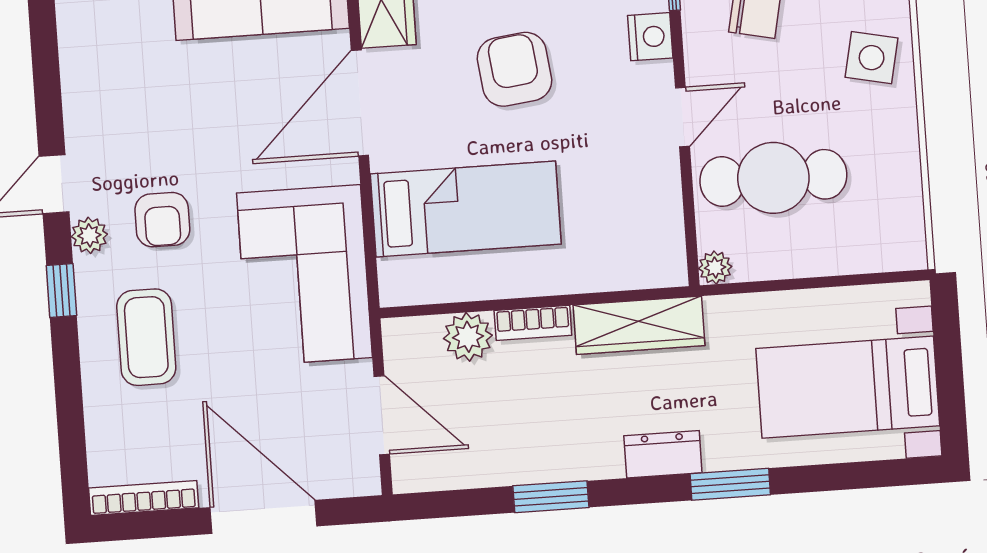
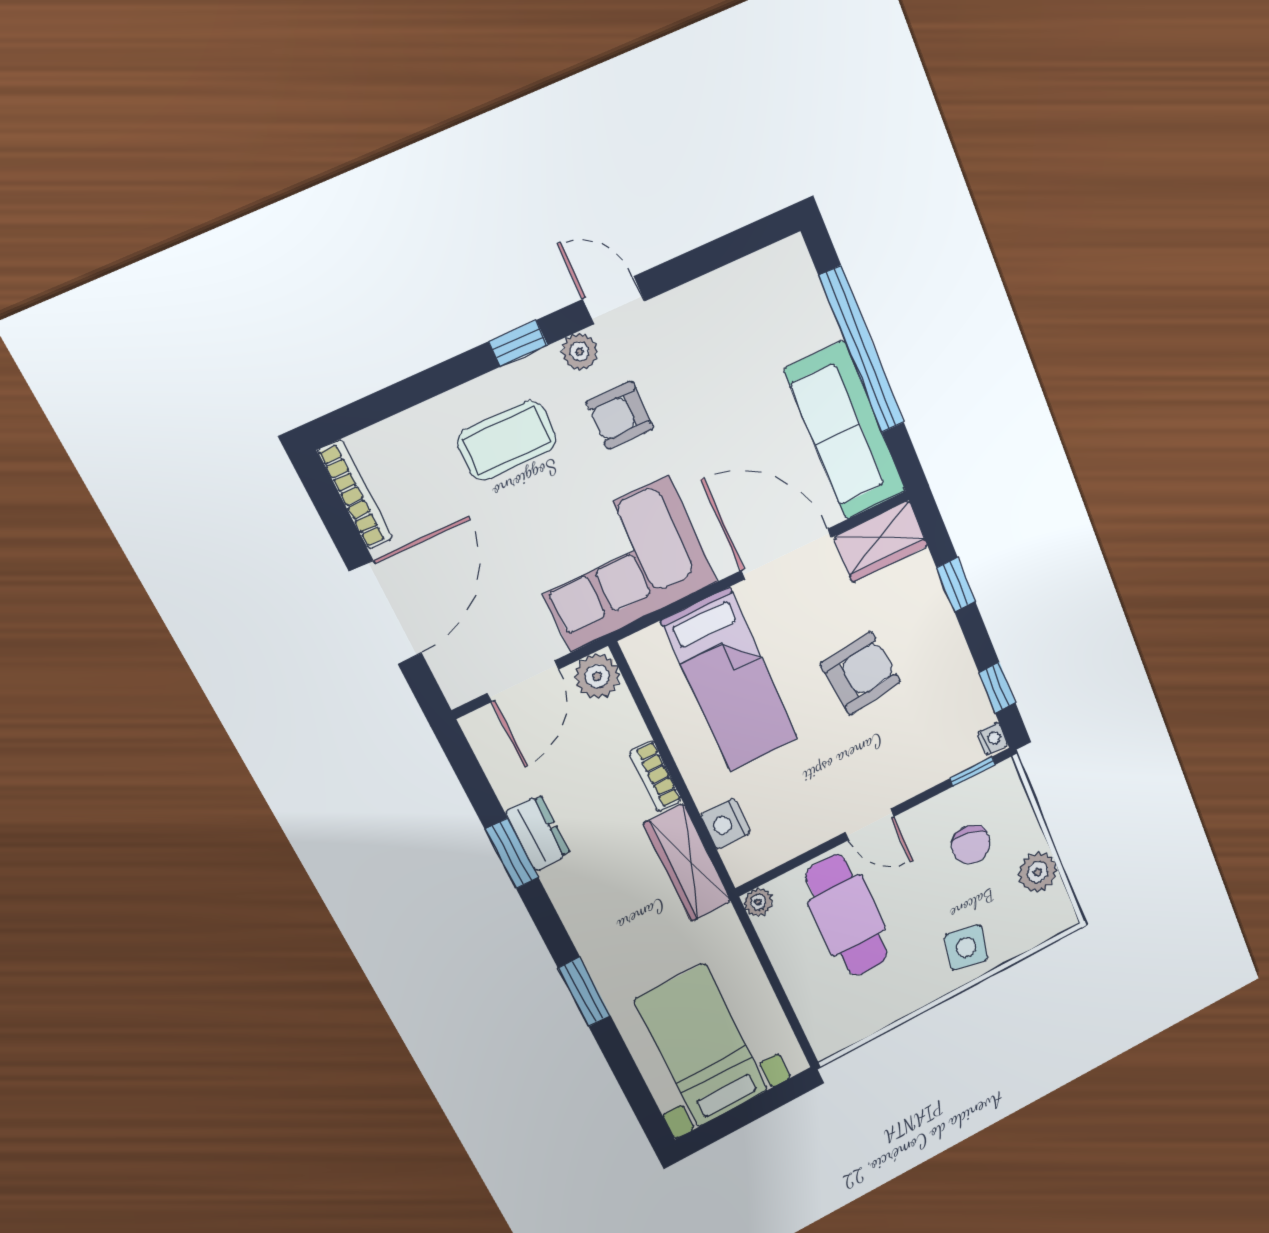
nightstand: (650, 37) -> (725, 824), moved, turned 90
plant: (468, 337) -> (597, 676), moved
dresser: (663, 454) -> (538, 833), moved

